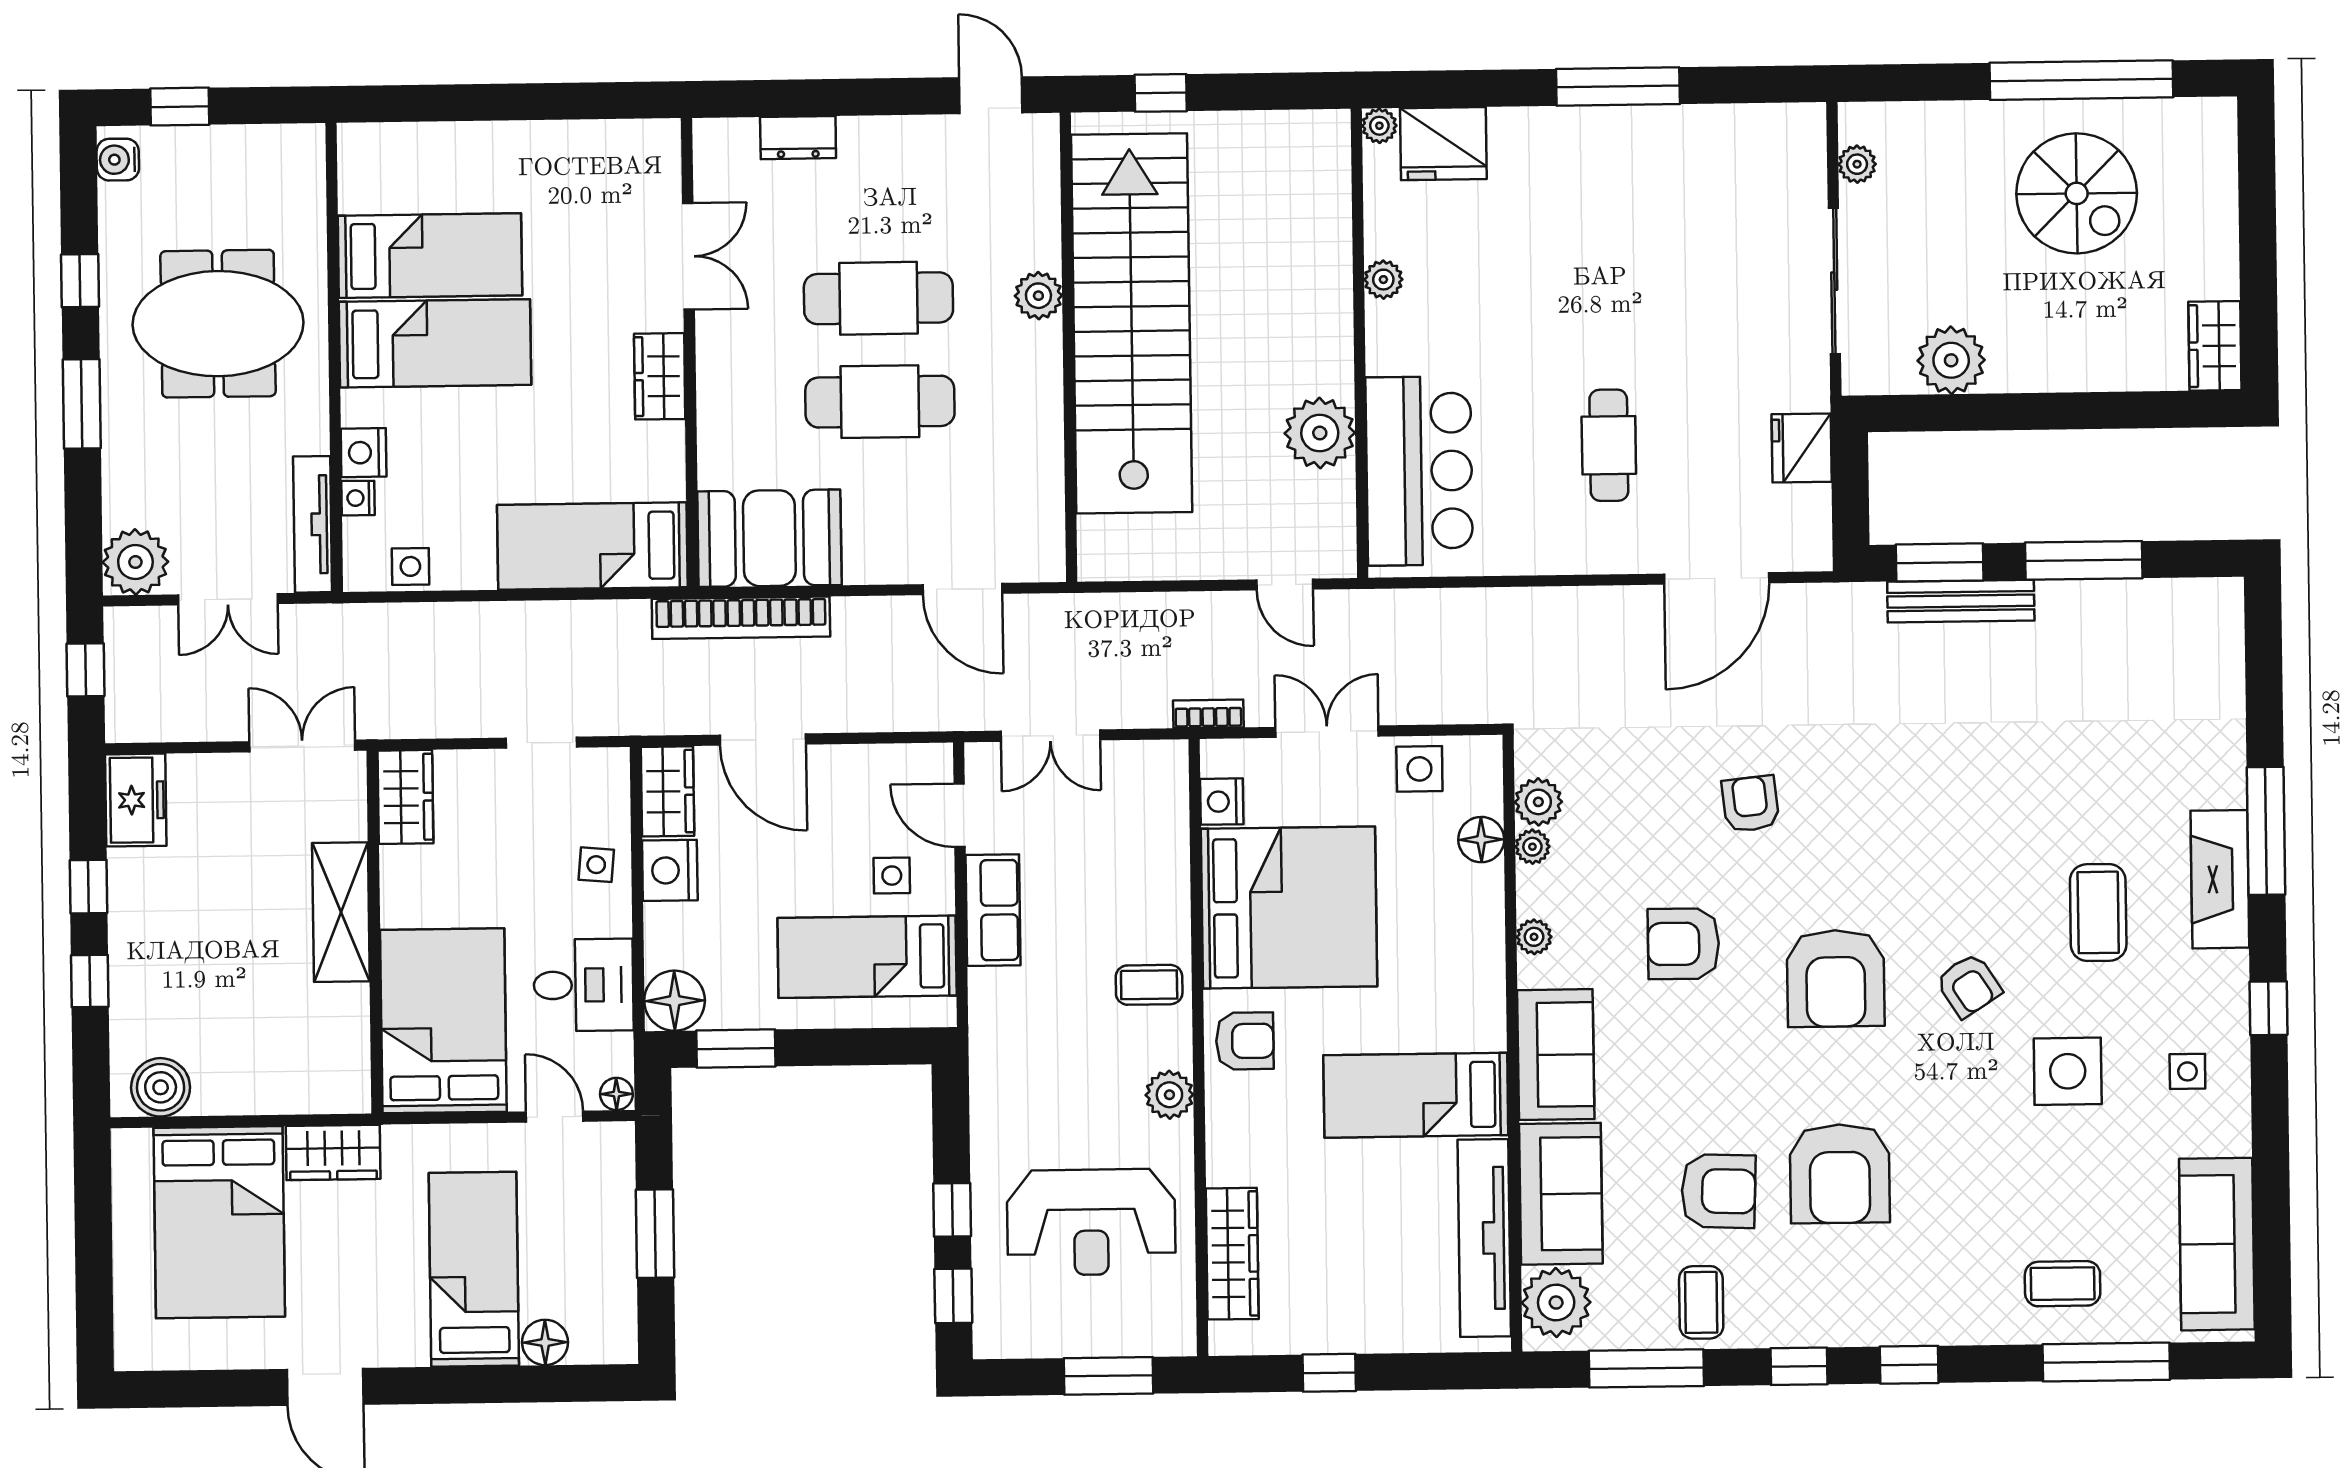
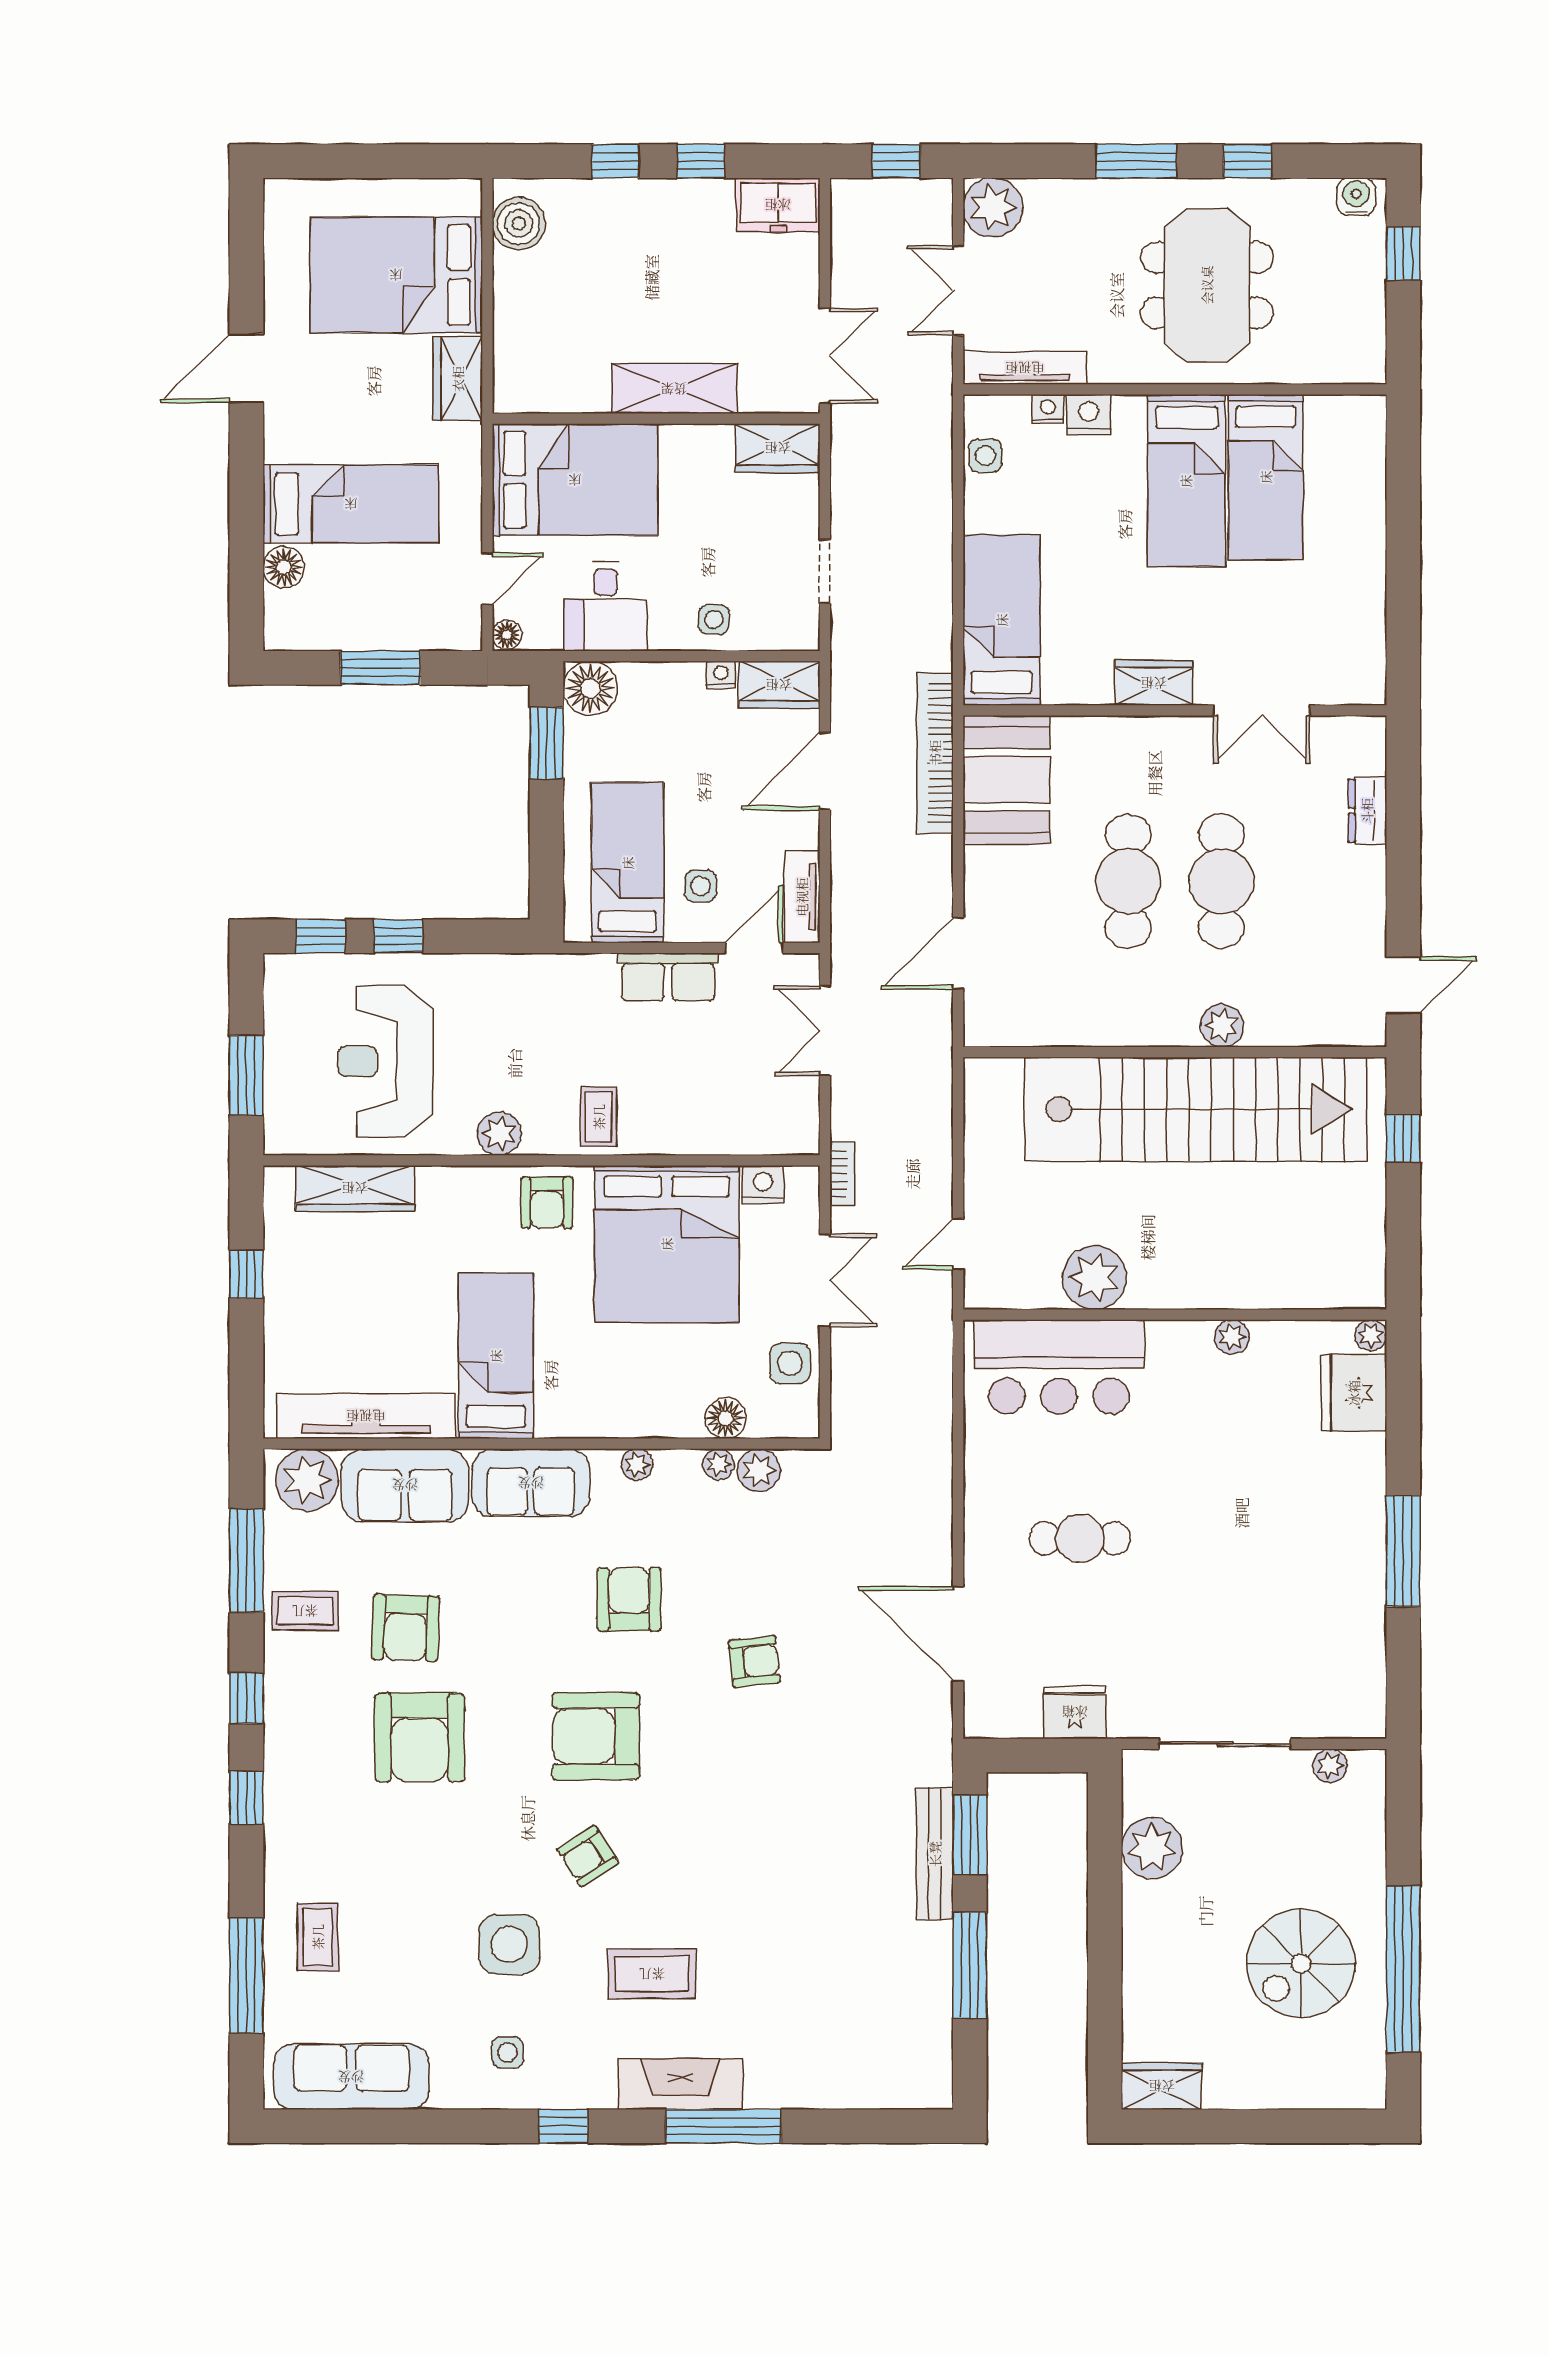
tv unit: (902, 763) -> (802, 897), added
nightstand: (670, 870) -> (721, 675), width x0.53, depth x0.56
armchair: (1840, 1174) -> (420, 1737), turned -90

